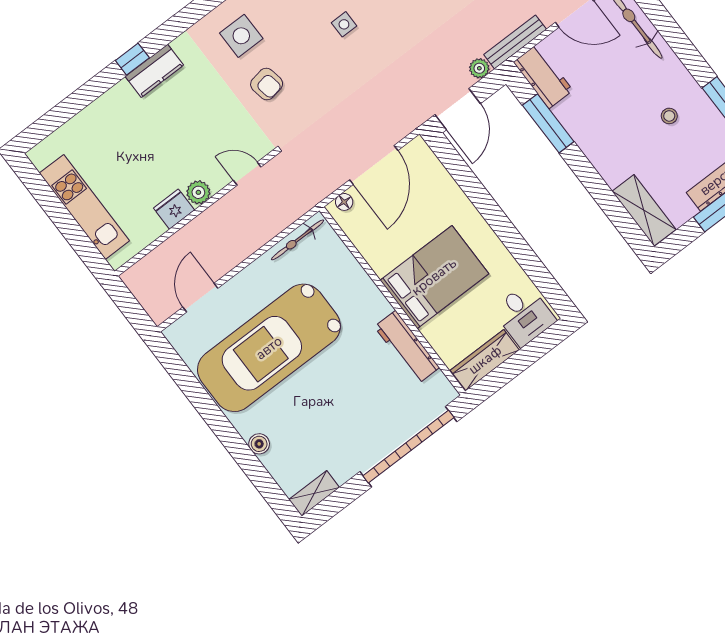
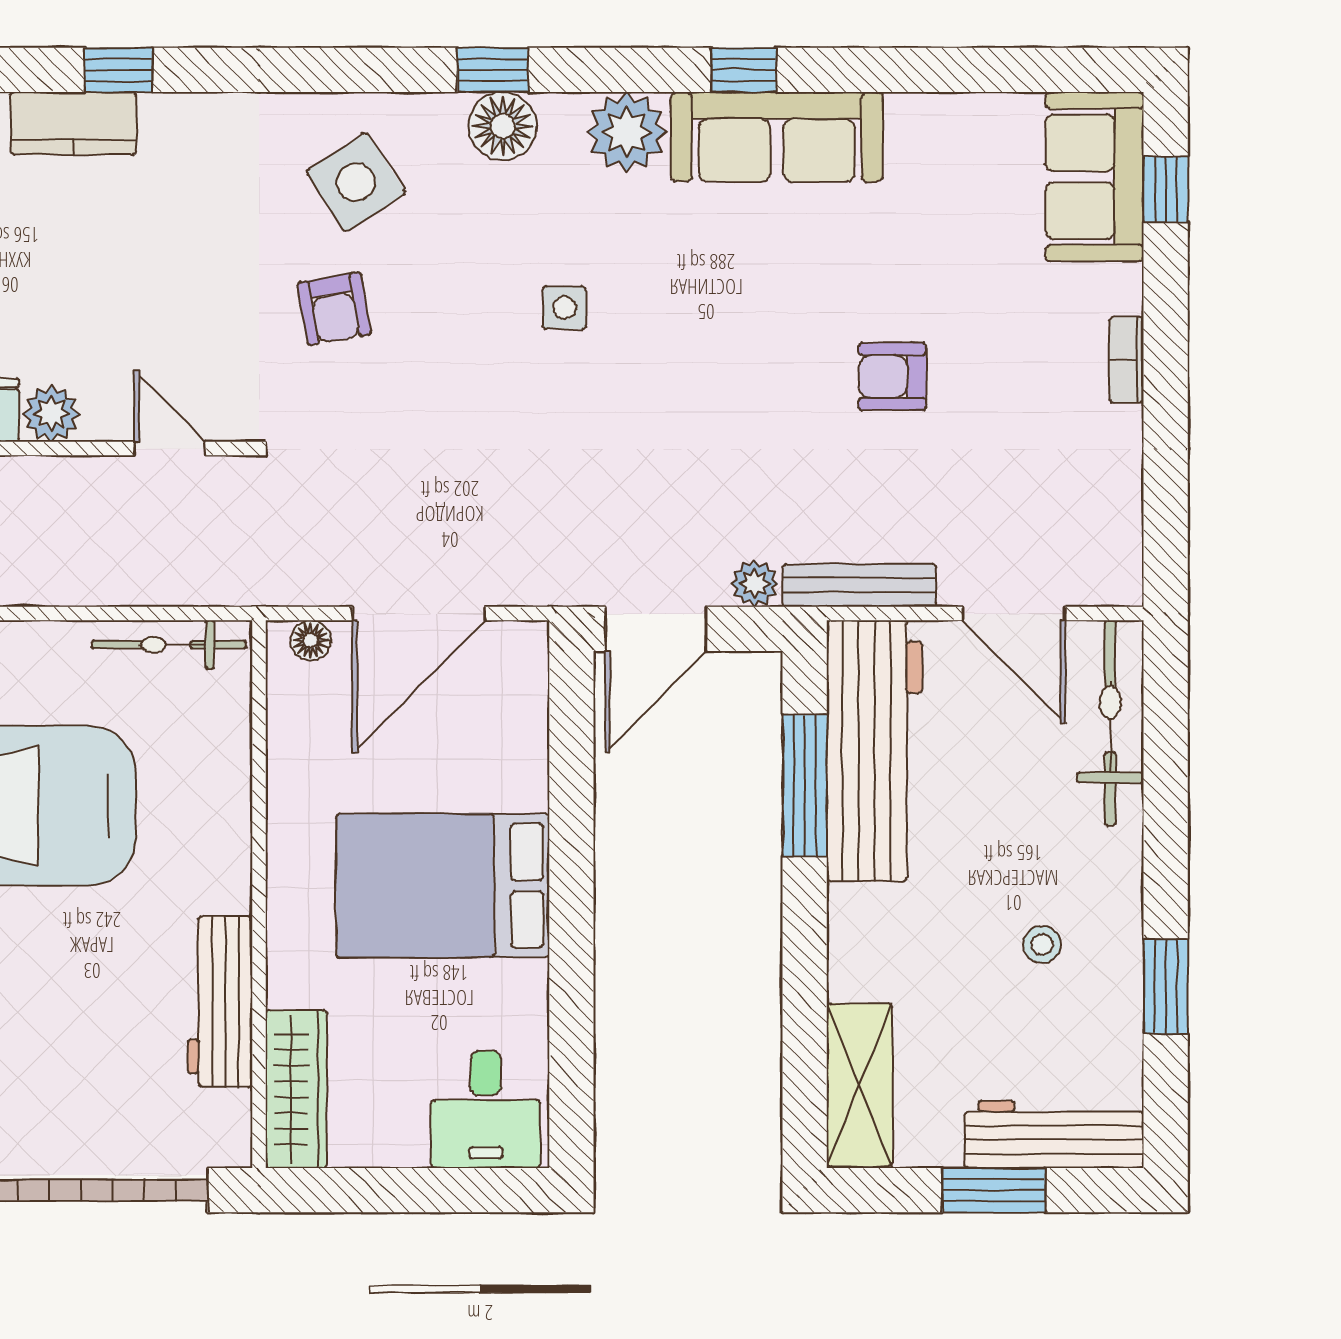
side table: (241, 36) -> (356, 182), turned -33
kitchen counter: (154, 71) -> (73, 123), moved
workbench: (543, 76) -> (874, 751), width x1.88, depth x1.32
bed: (434, 277) -> (443, 886), moved, turned 180
wardrobe: (485, 360) -> (296, 1089), moved, turned 90

